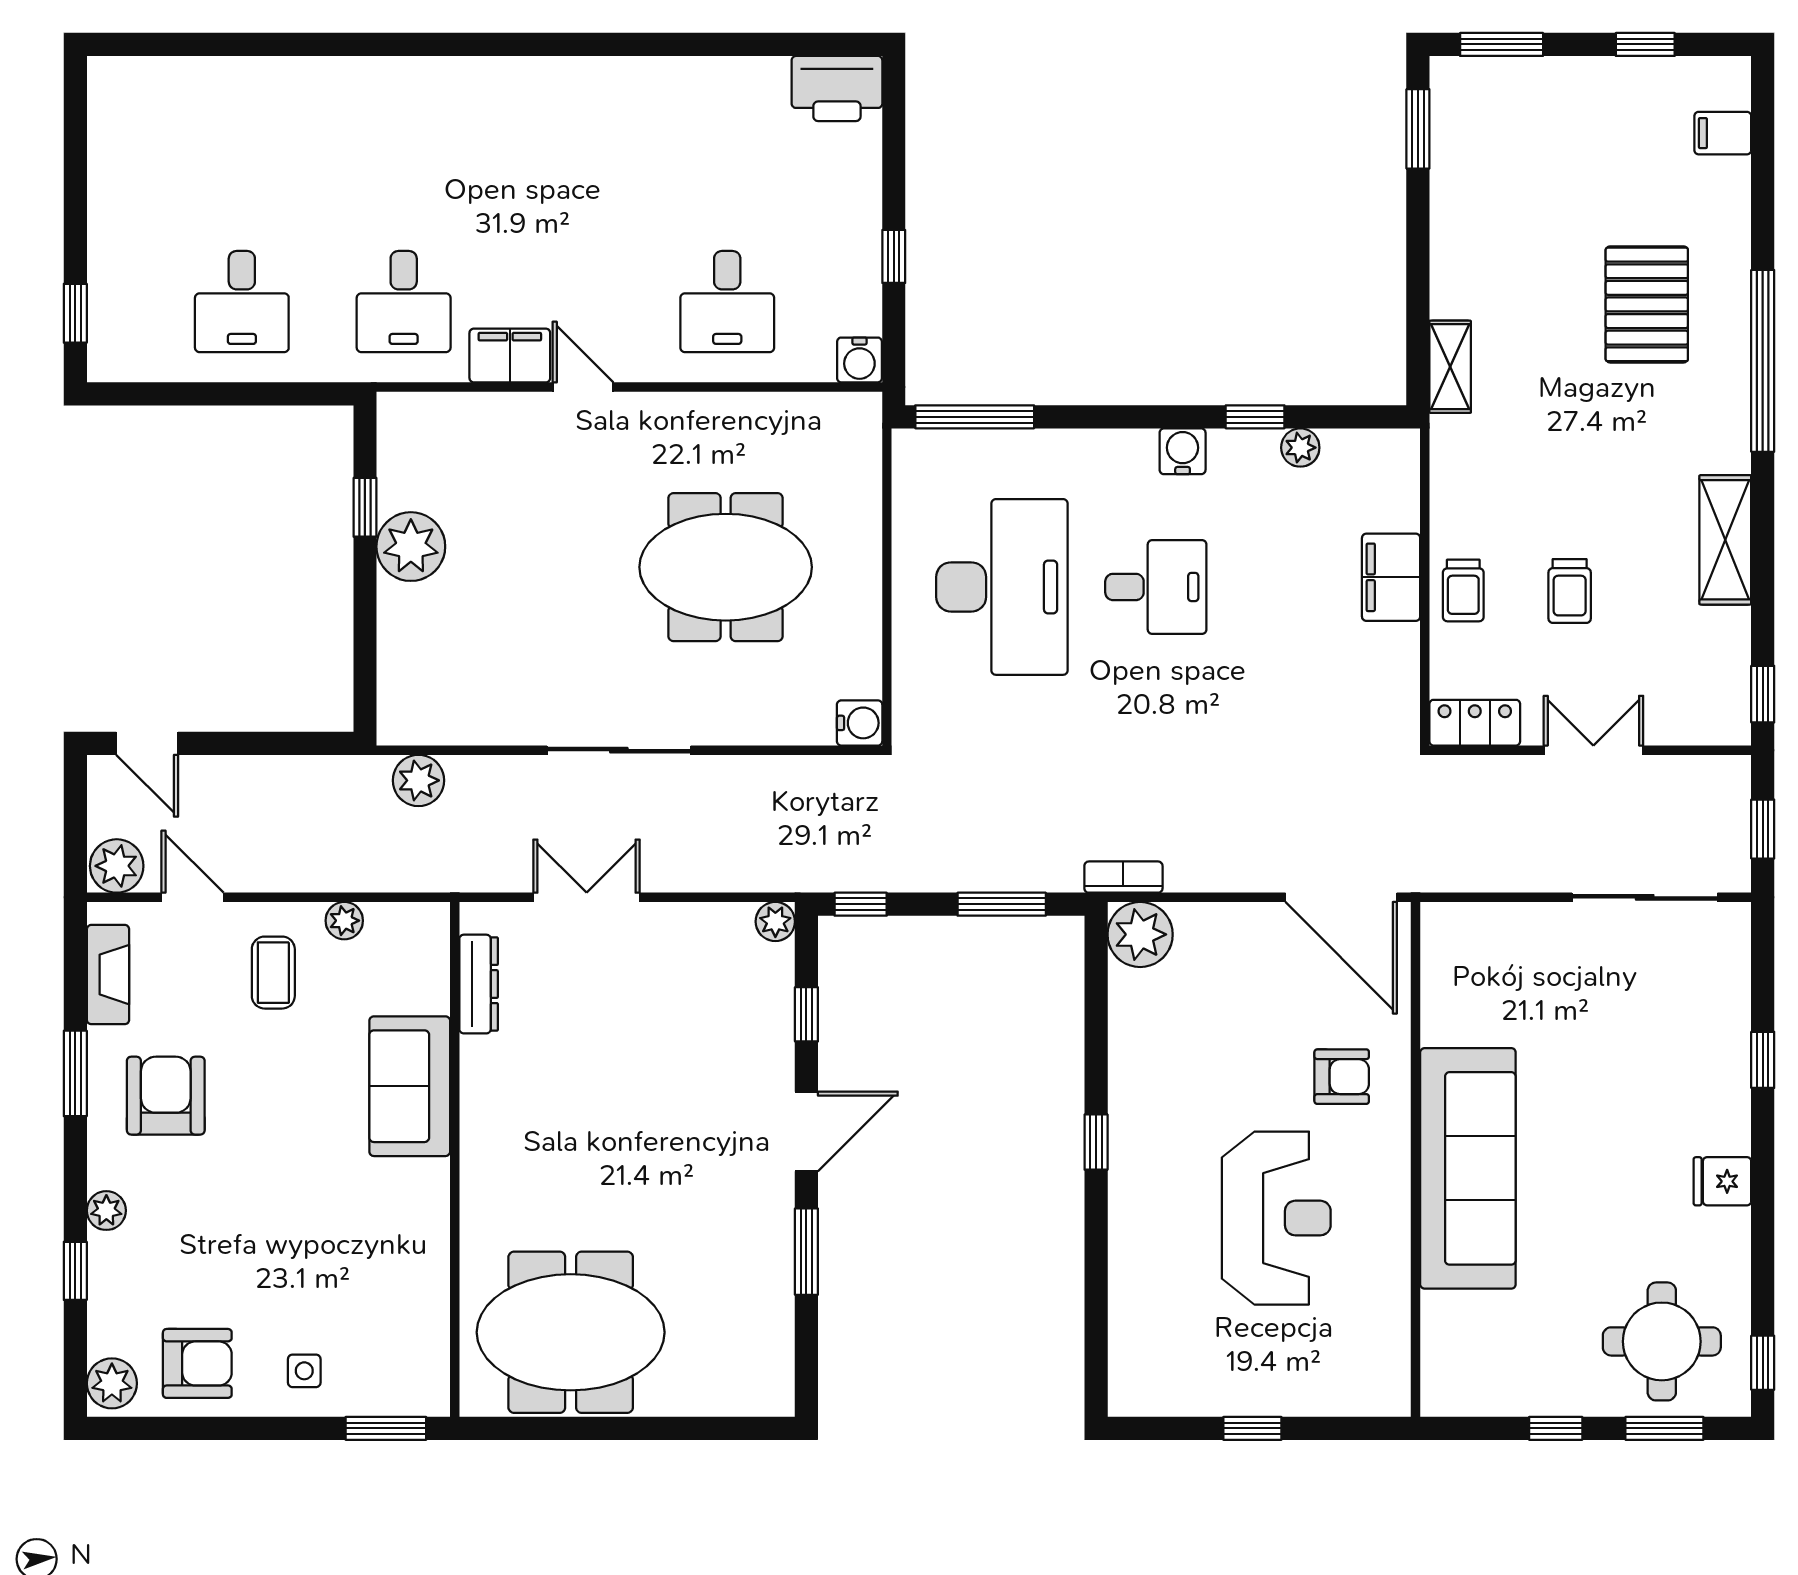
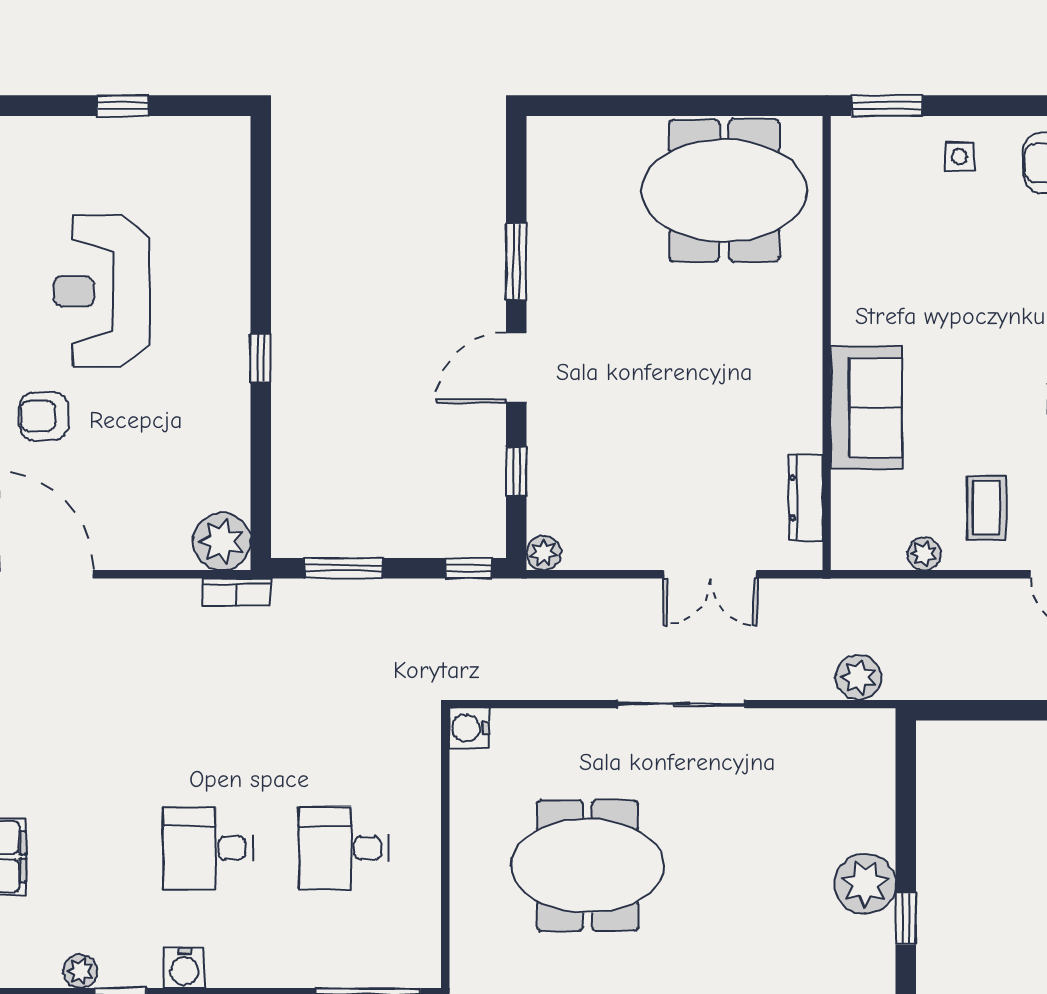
desk: (1002, 587) -> (344, 848), width x0.53, depth x0.77

